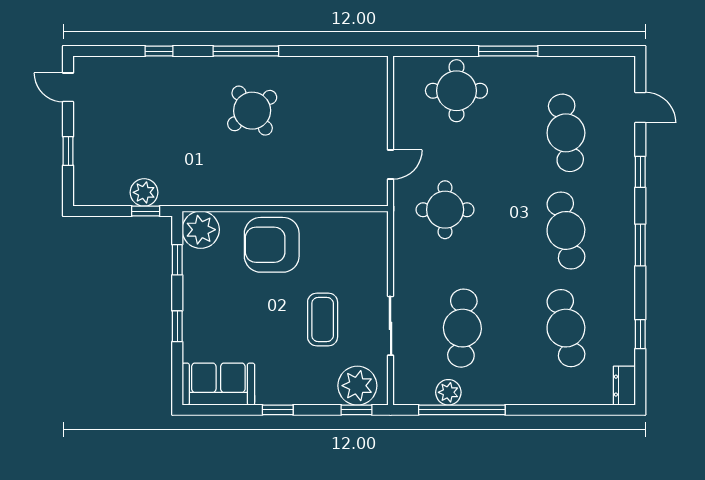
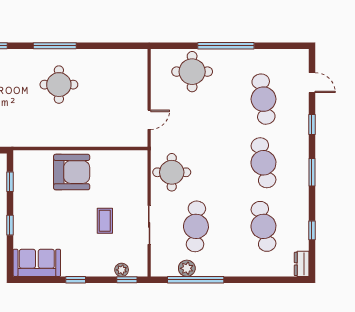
window: (508, 51) -> (226, 46), width x1.46
round table: (252, 111) -> (59, 85), turned 37
round table: (445, 210) -> (172, 172), moved
plant: (201, 230) -> (25, 162), removed
armchair: (272, 245) -> (72, 172), turned 180
coffee table: (323, 319) -> (105, 221), width x0.73, depth x0.77
plant: (357, 386) -> (122, 270), width x0.53, depth x0.53

